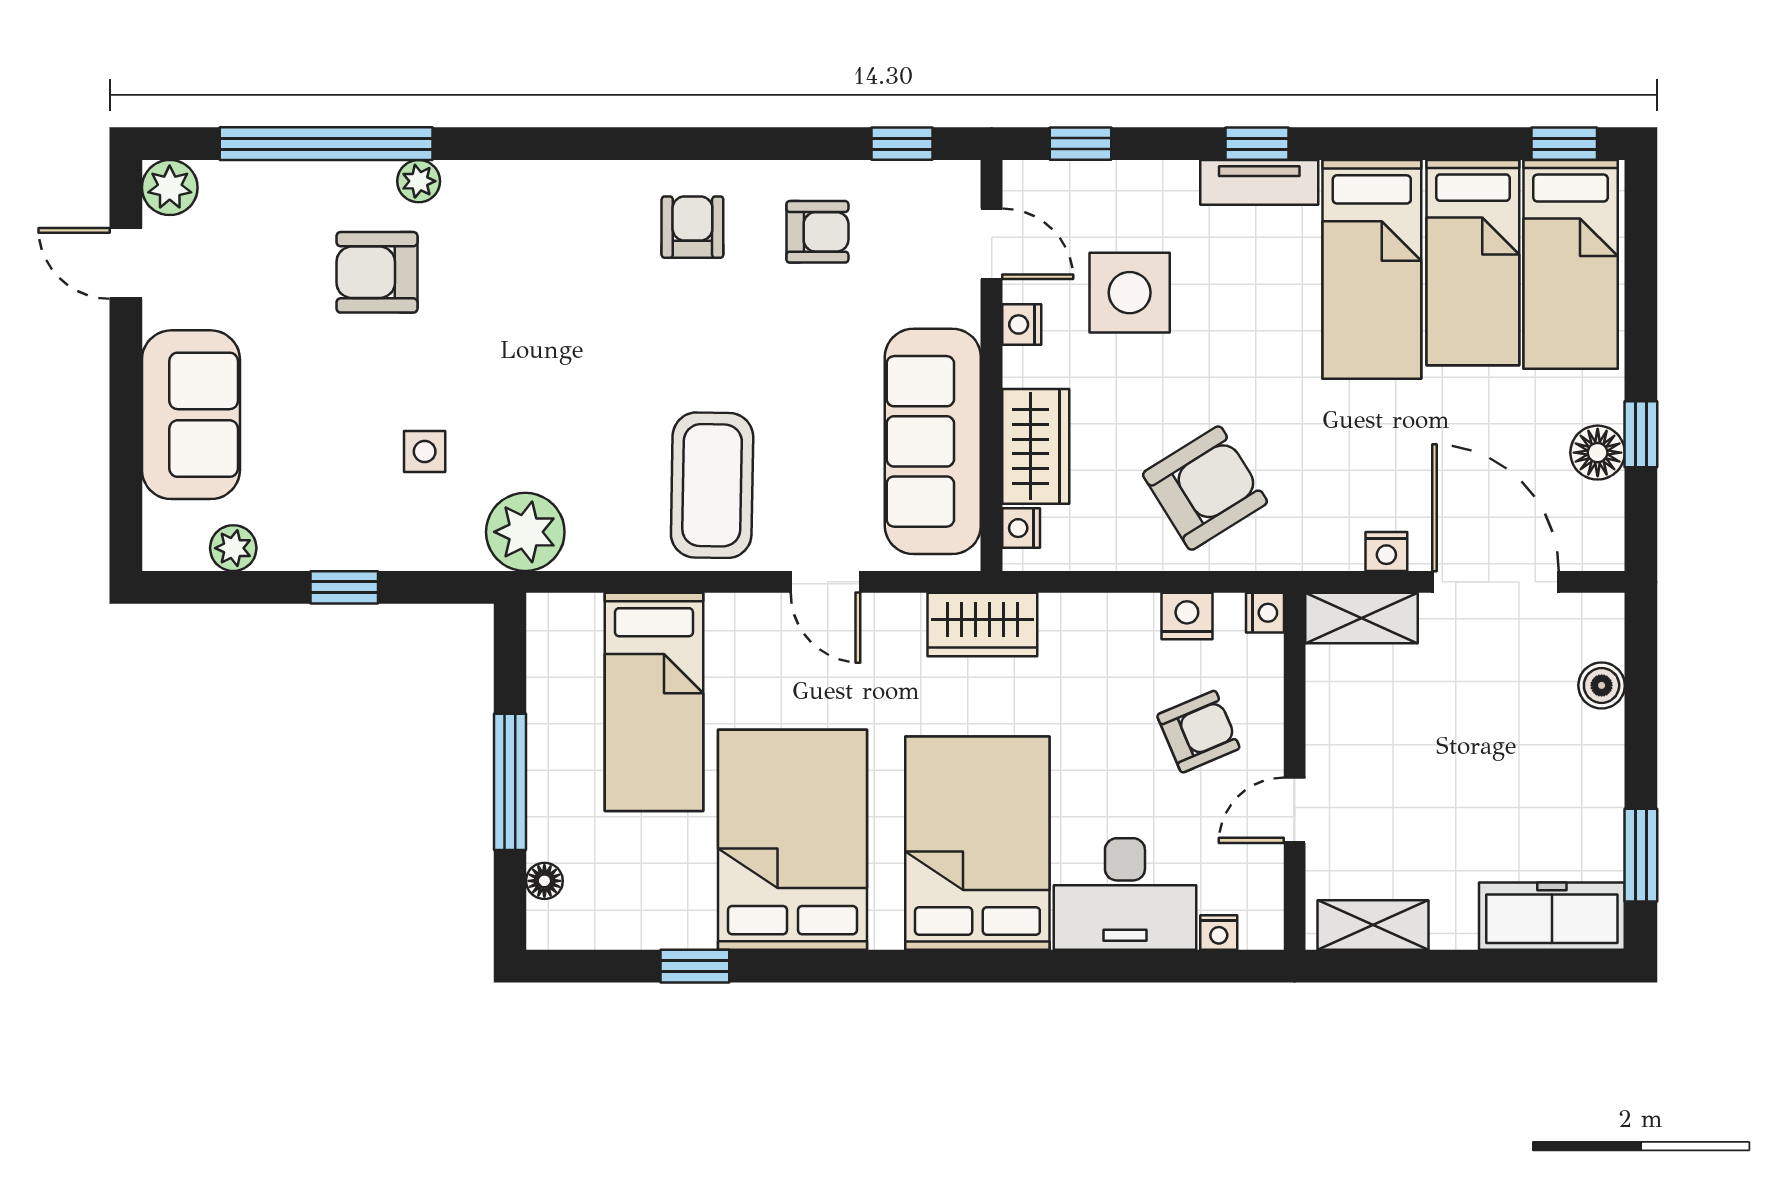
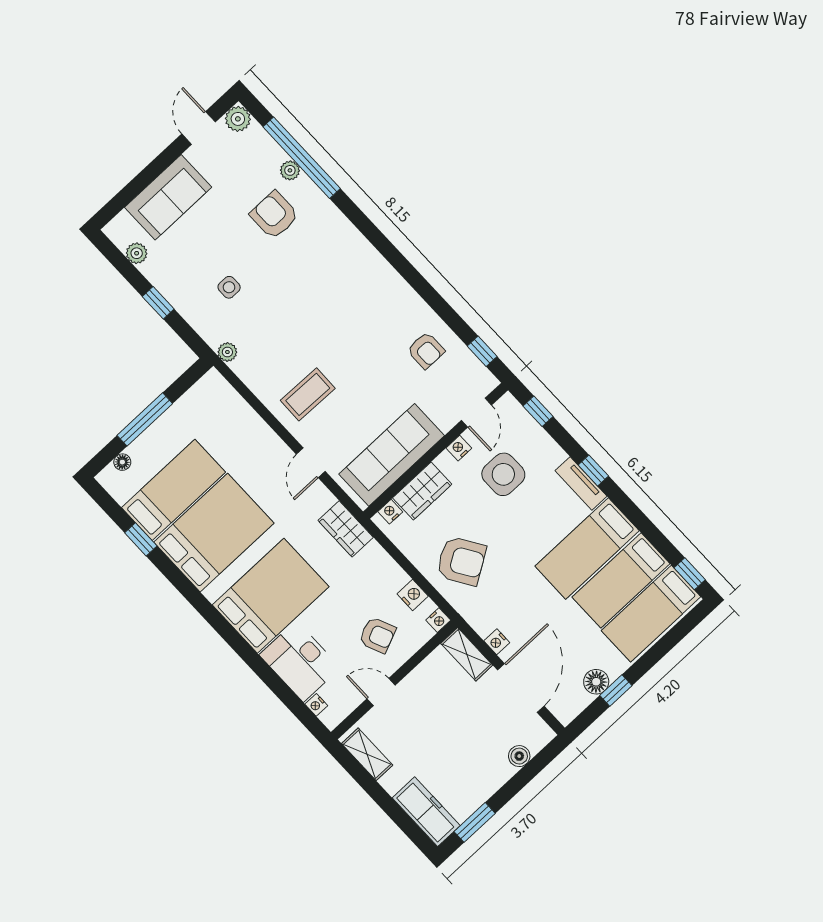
plant: (419, 181) -> (290, 170), moved
armchair: (692, 227) -> (388, 307), removed
coffee table: (712, 485) -> (308, 394), width x0.73, depth x0.76
plant: (525, 532) -> (227, 352), width x0.53, depth x0.53
bed: (654, 702) -> (173, 490), moved, turned 180

